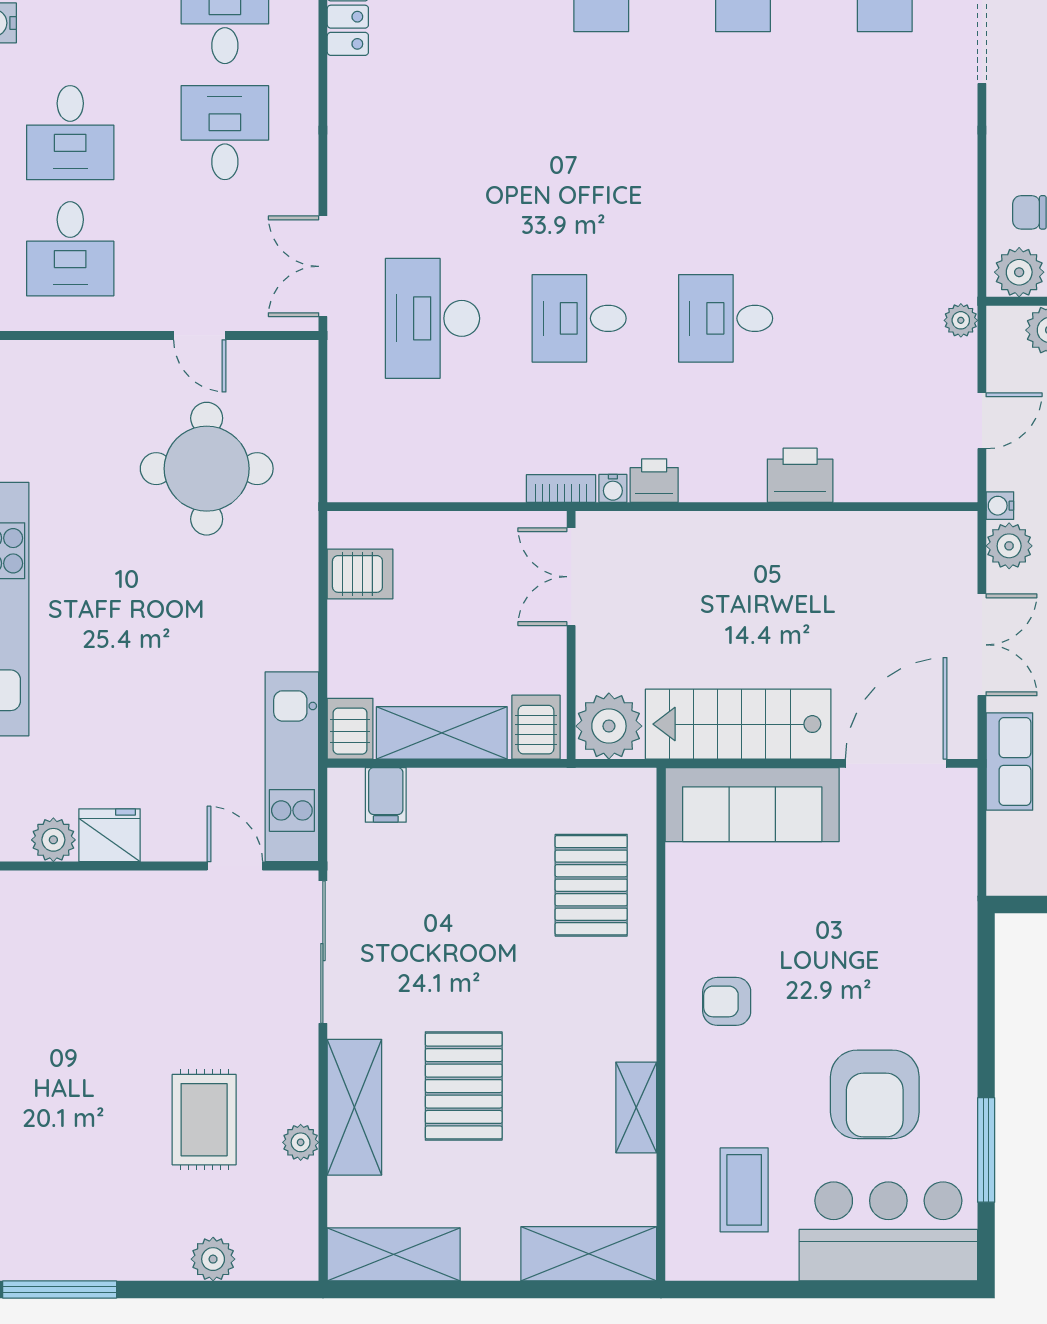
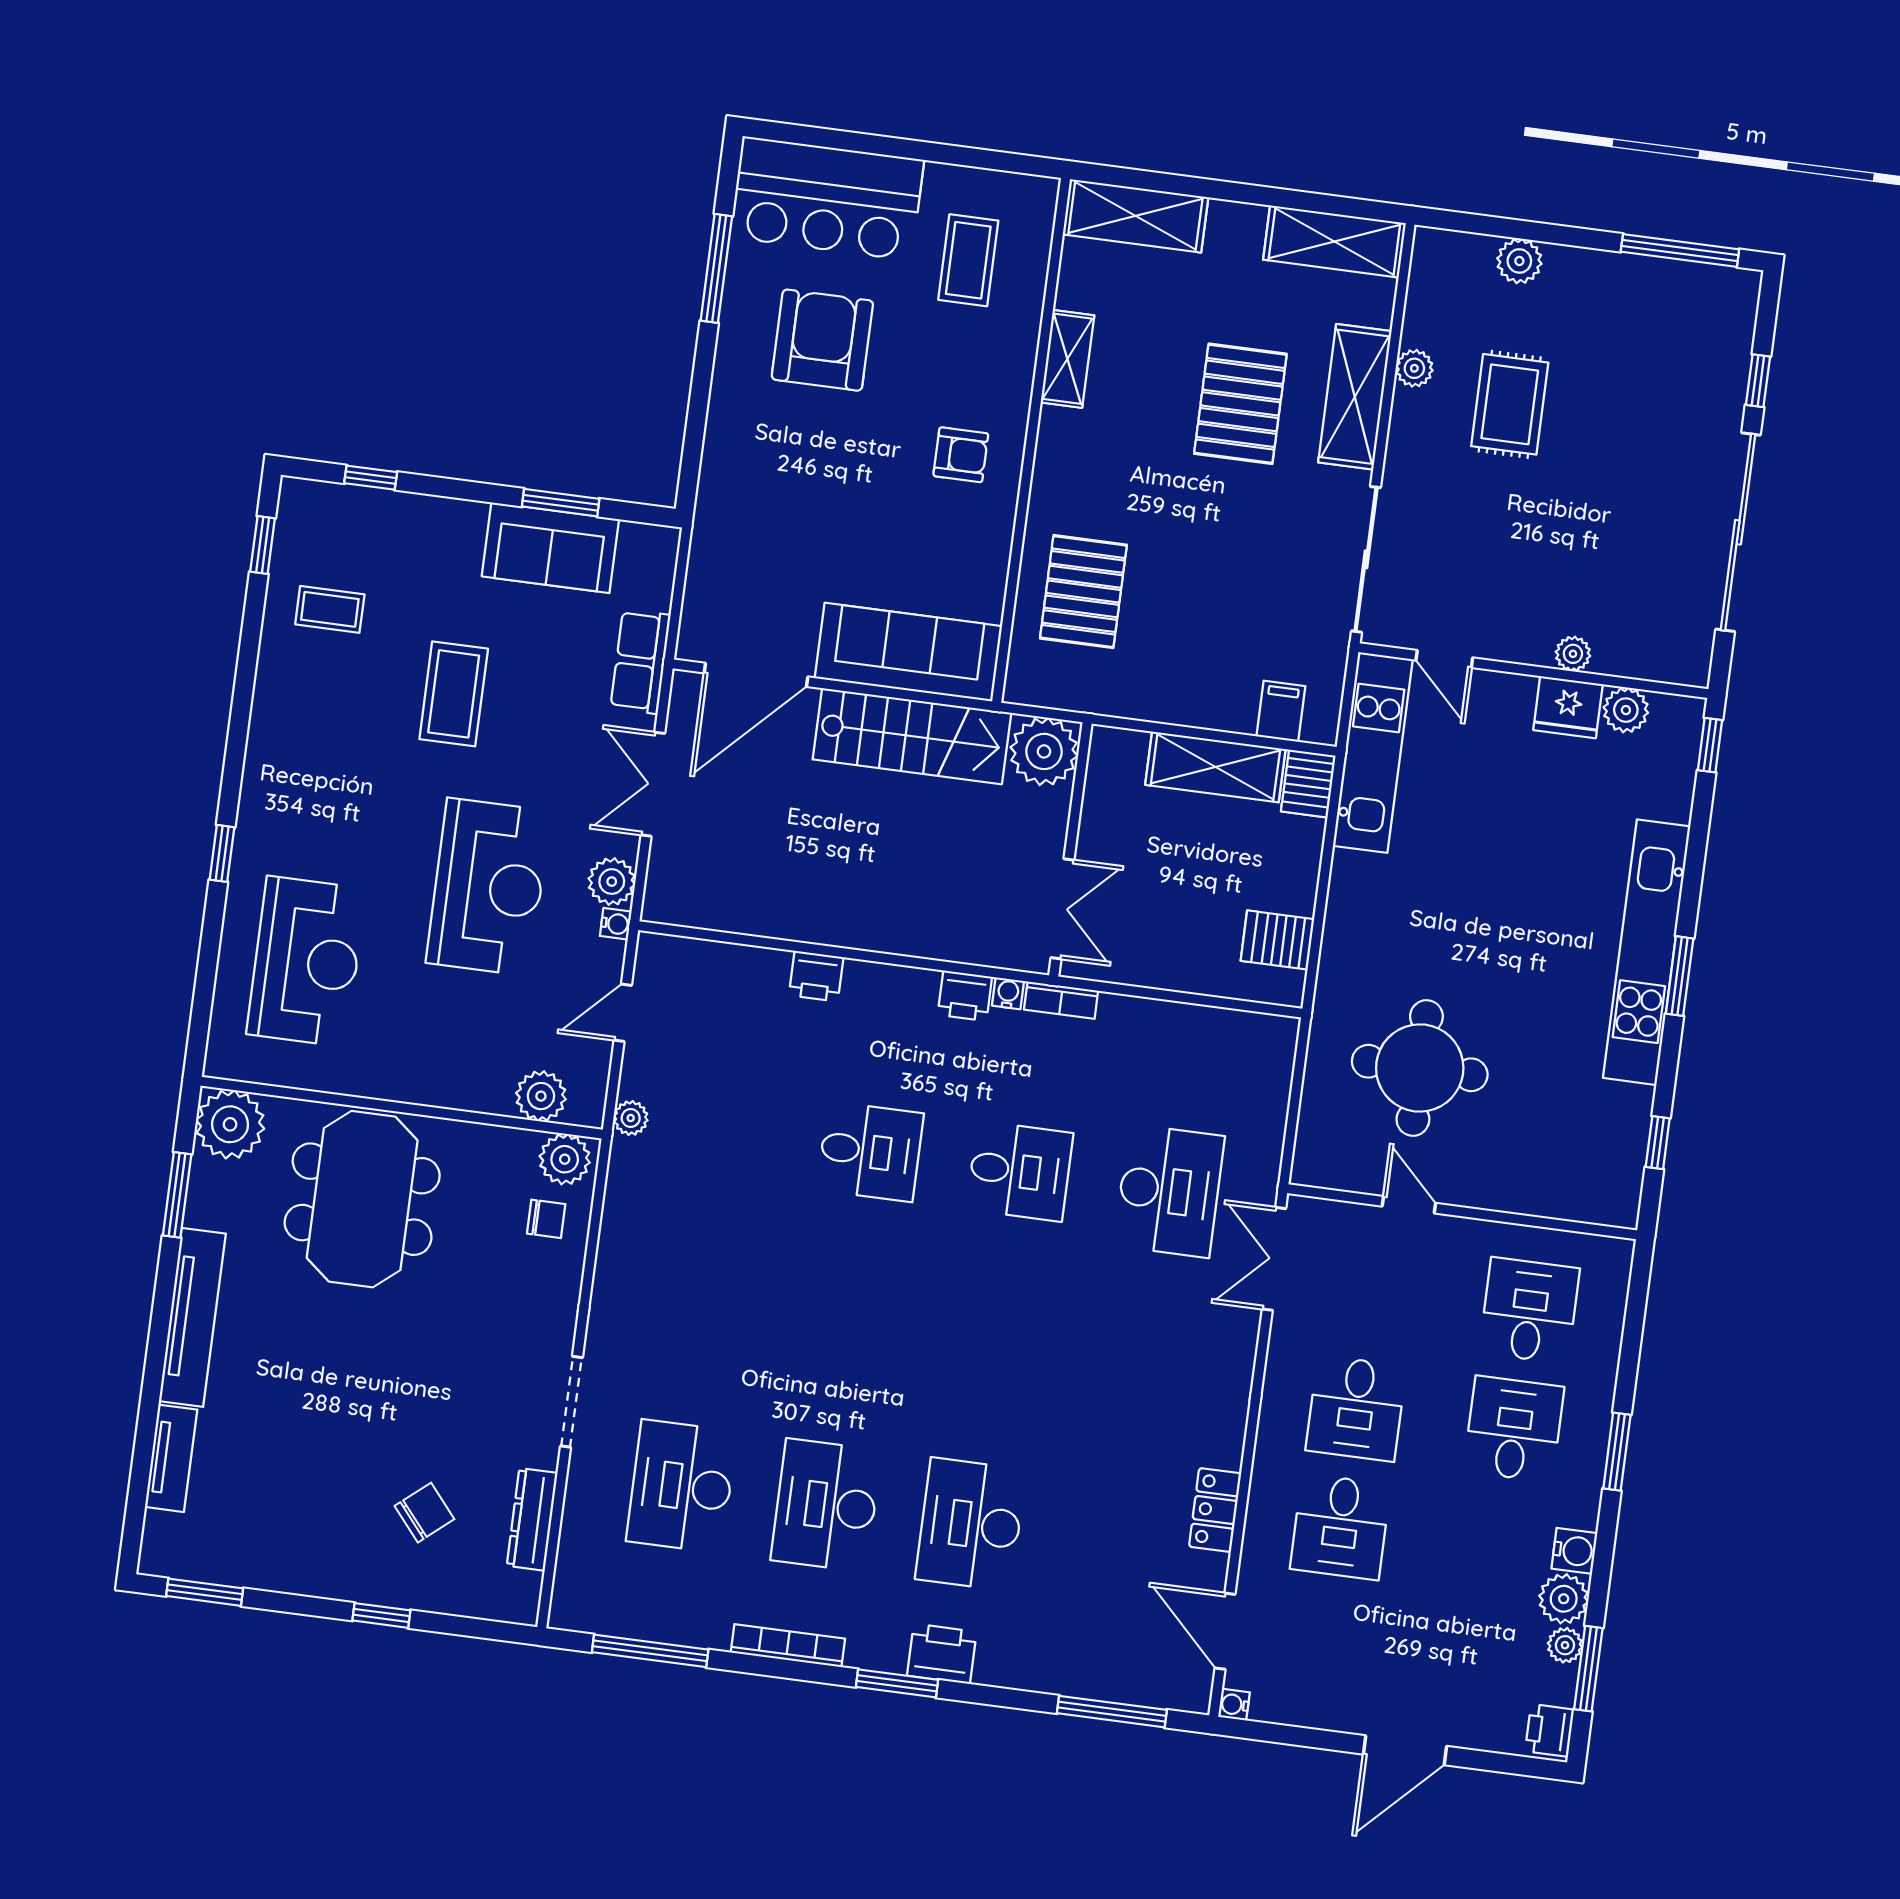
double door: (323, 266) -> (1274, 1259), swing flipped
printer: (800, 475) -> (816, 976), width x0.73, depth x0.81
server rack: (536, 727) -> (1119, 760), removed
plant: (112, 887) -> (1573, 654), added

